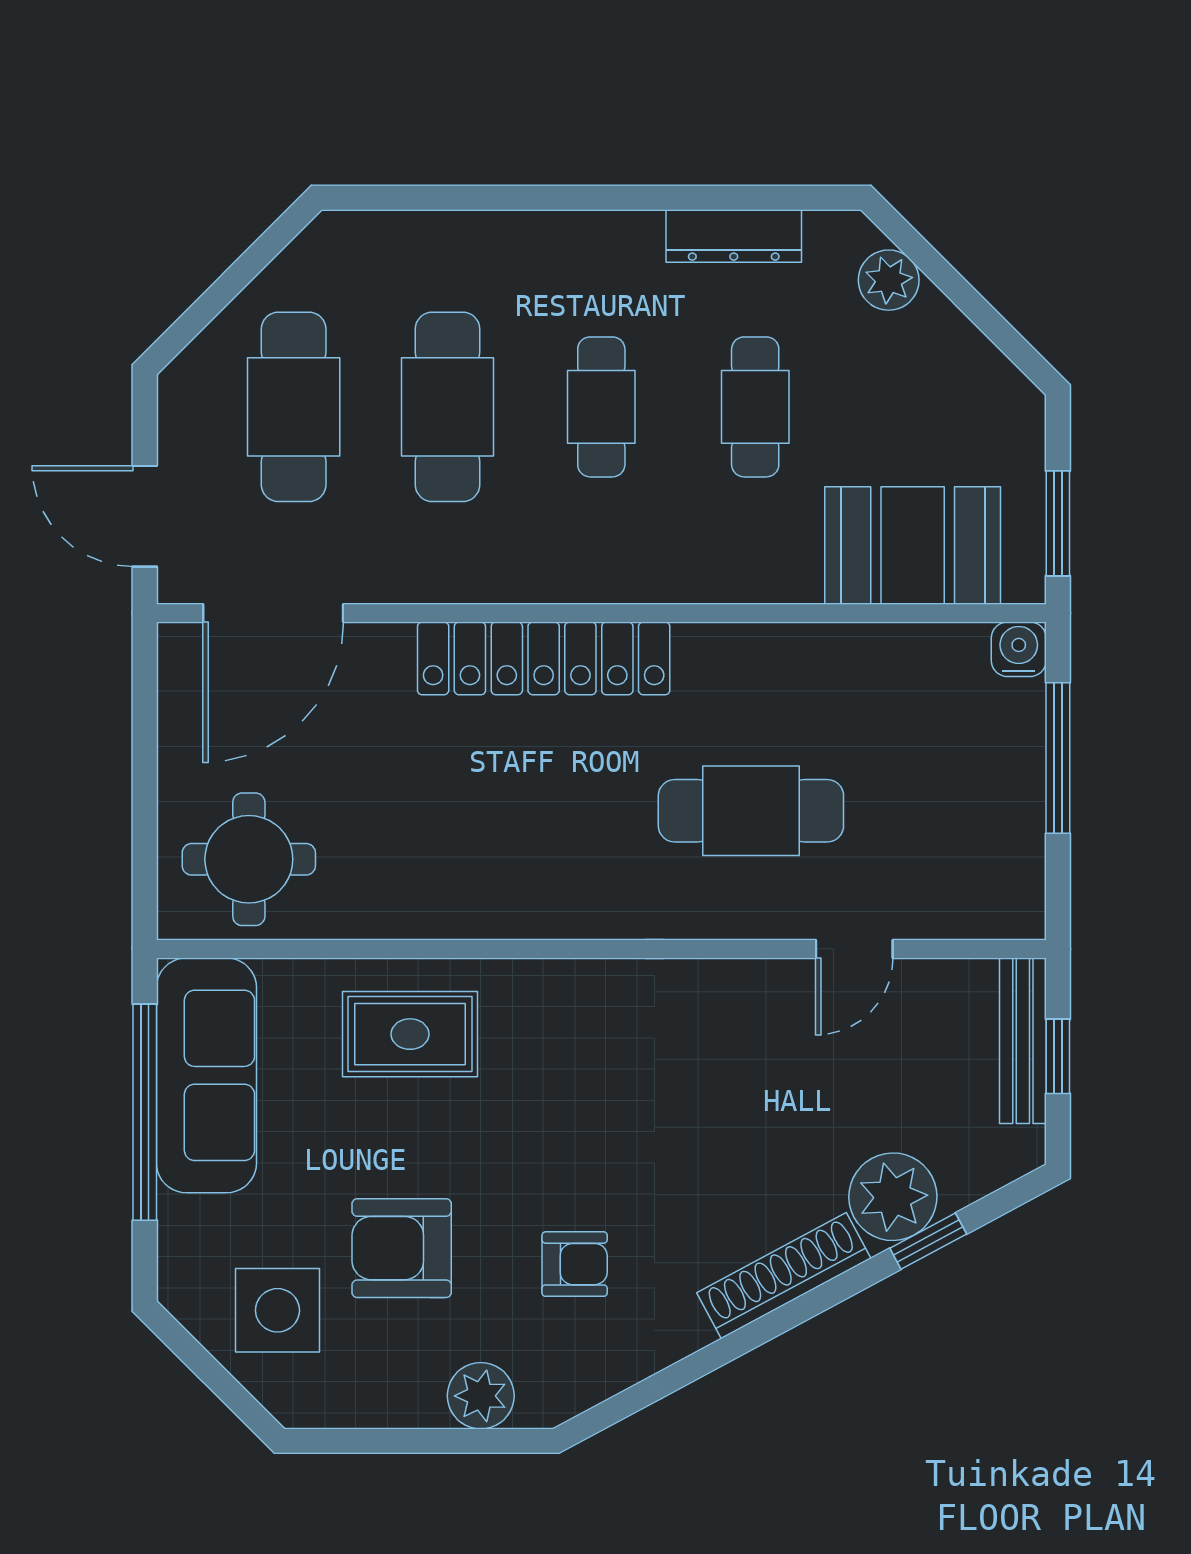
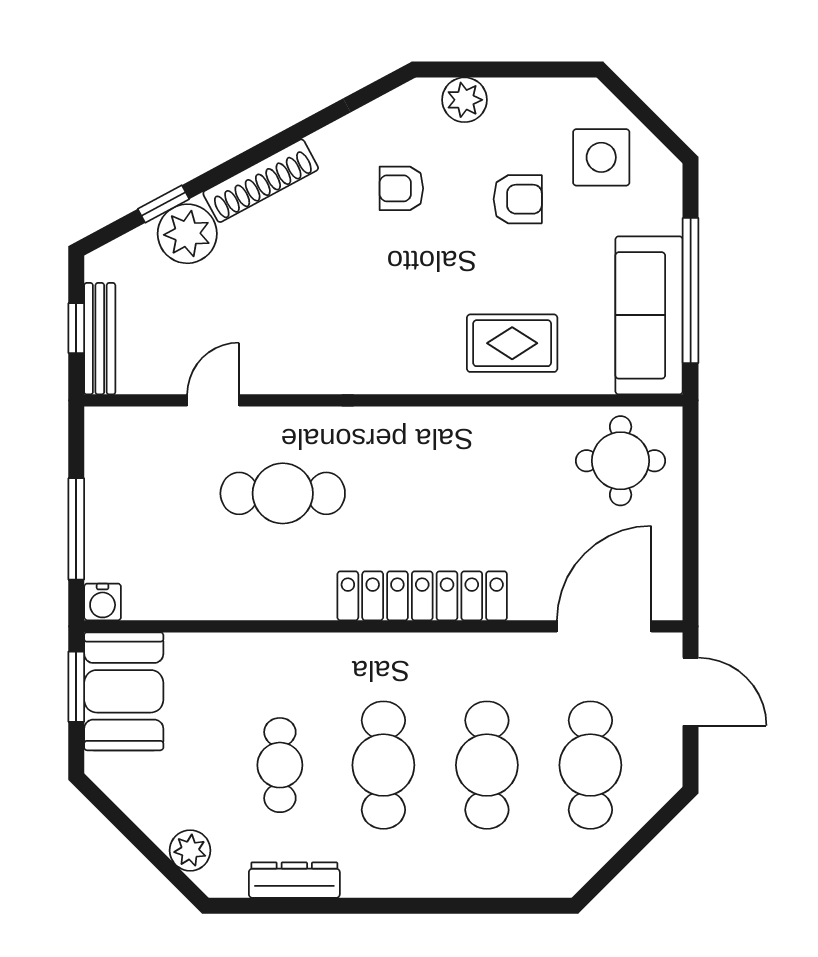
cafe table: (601, 407) -> (383, 765), width x1.37, depth x1.35
booth: (913, 545) -> (124, 691), moved, turned 90
armchair: (402, 1248) -> (518, 199), width x0.72, depth x0.72

